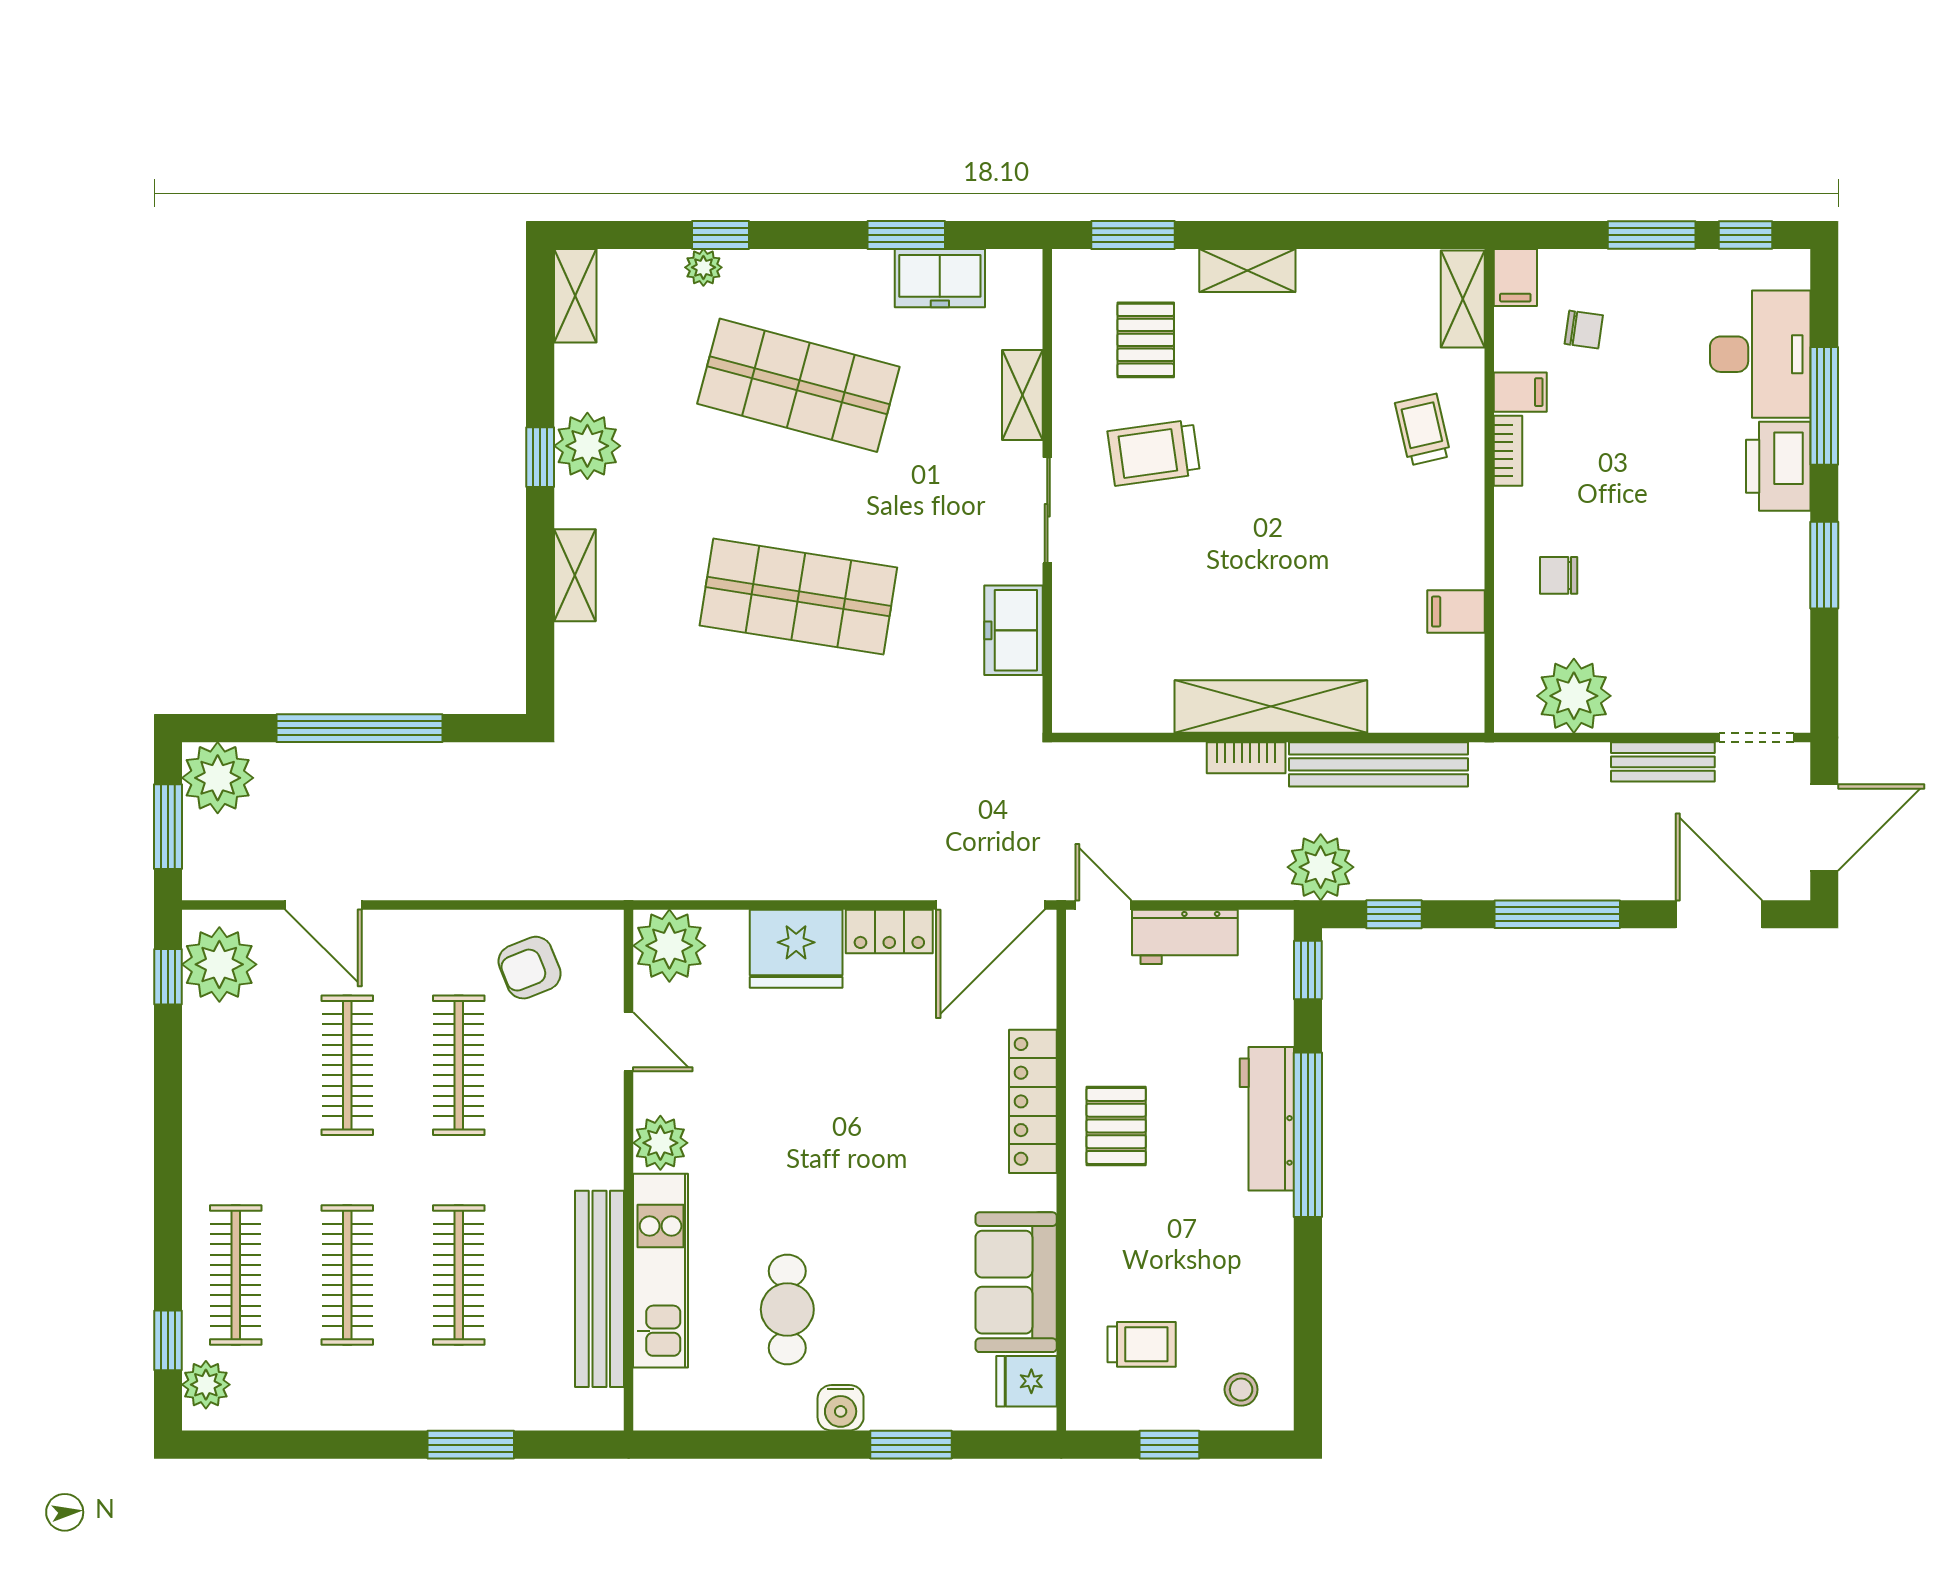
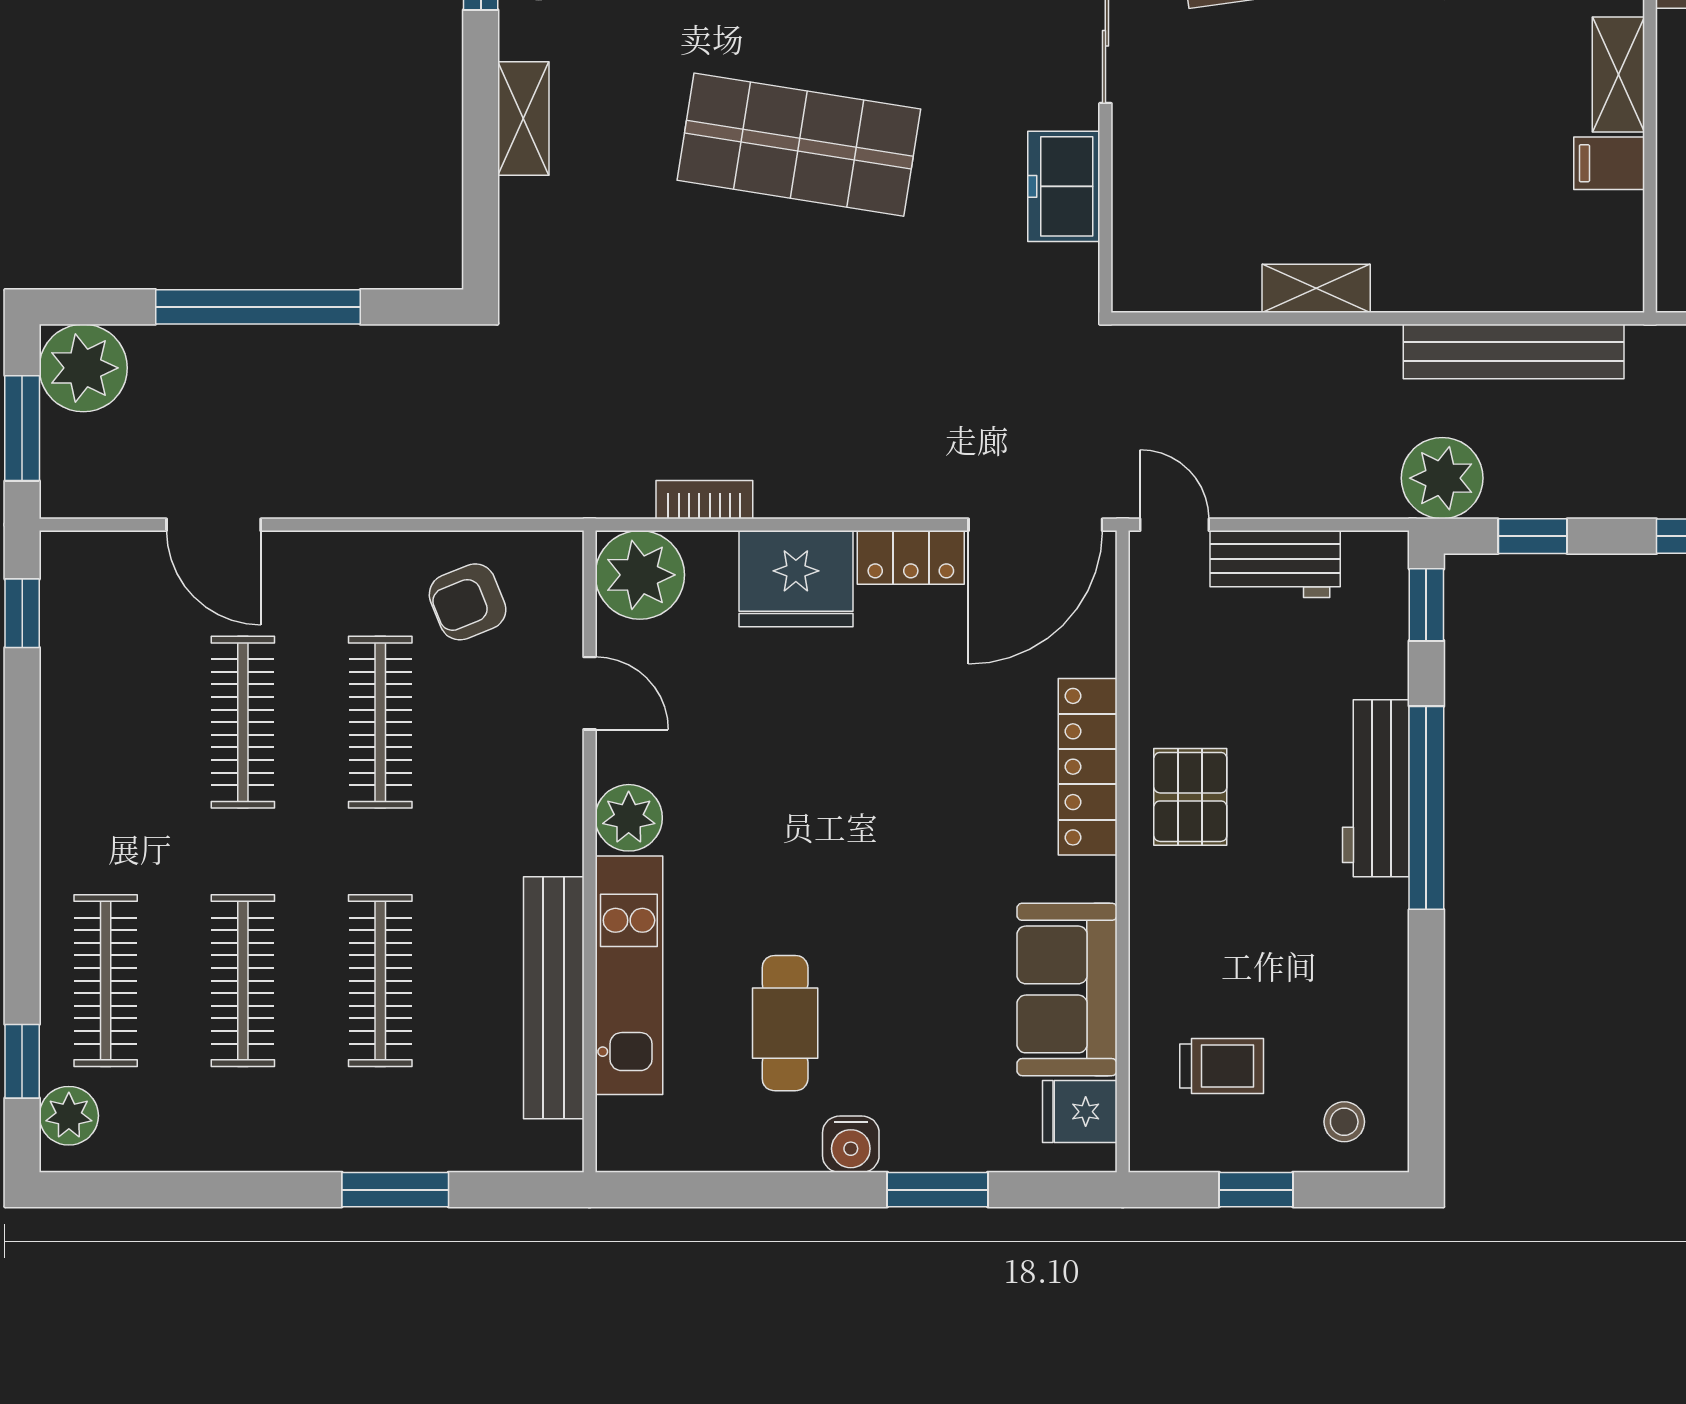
shelving: (1464, 540) -> (1618, 75), added
shelving: (1271, 707) -> (1316, 288), width x0.45, depth x0.75
bookcase: (1246, 758) -> (704, 500), moved, turned 180
plant: (219, 964) -> (85, 598), removed

